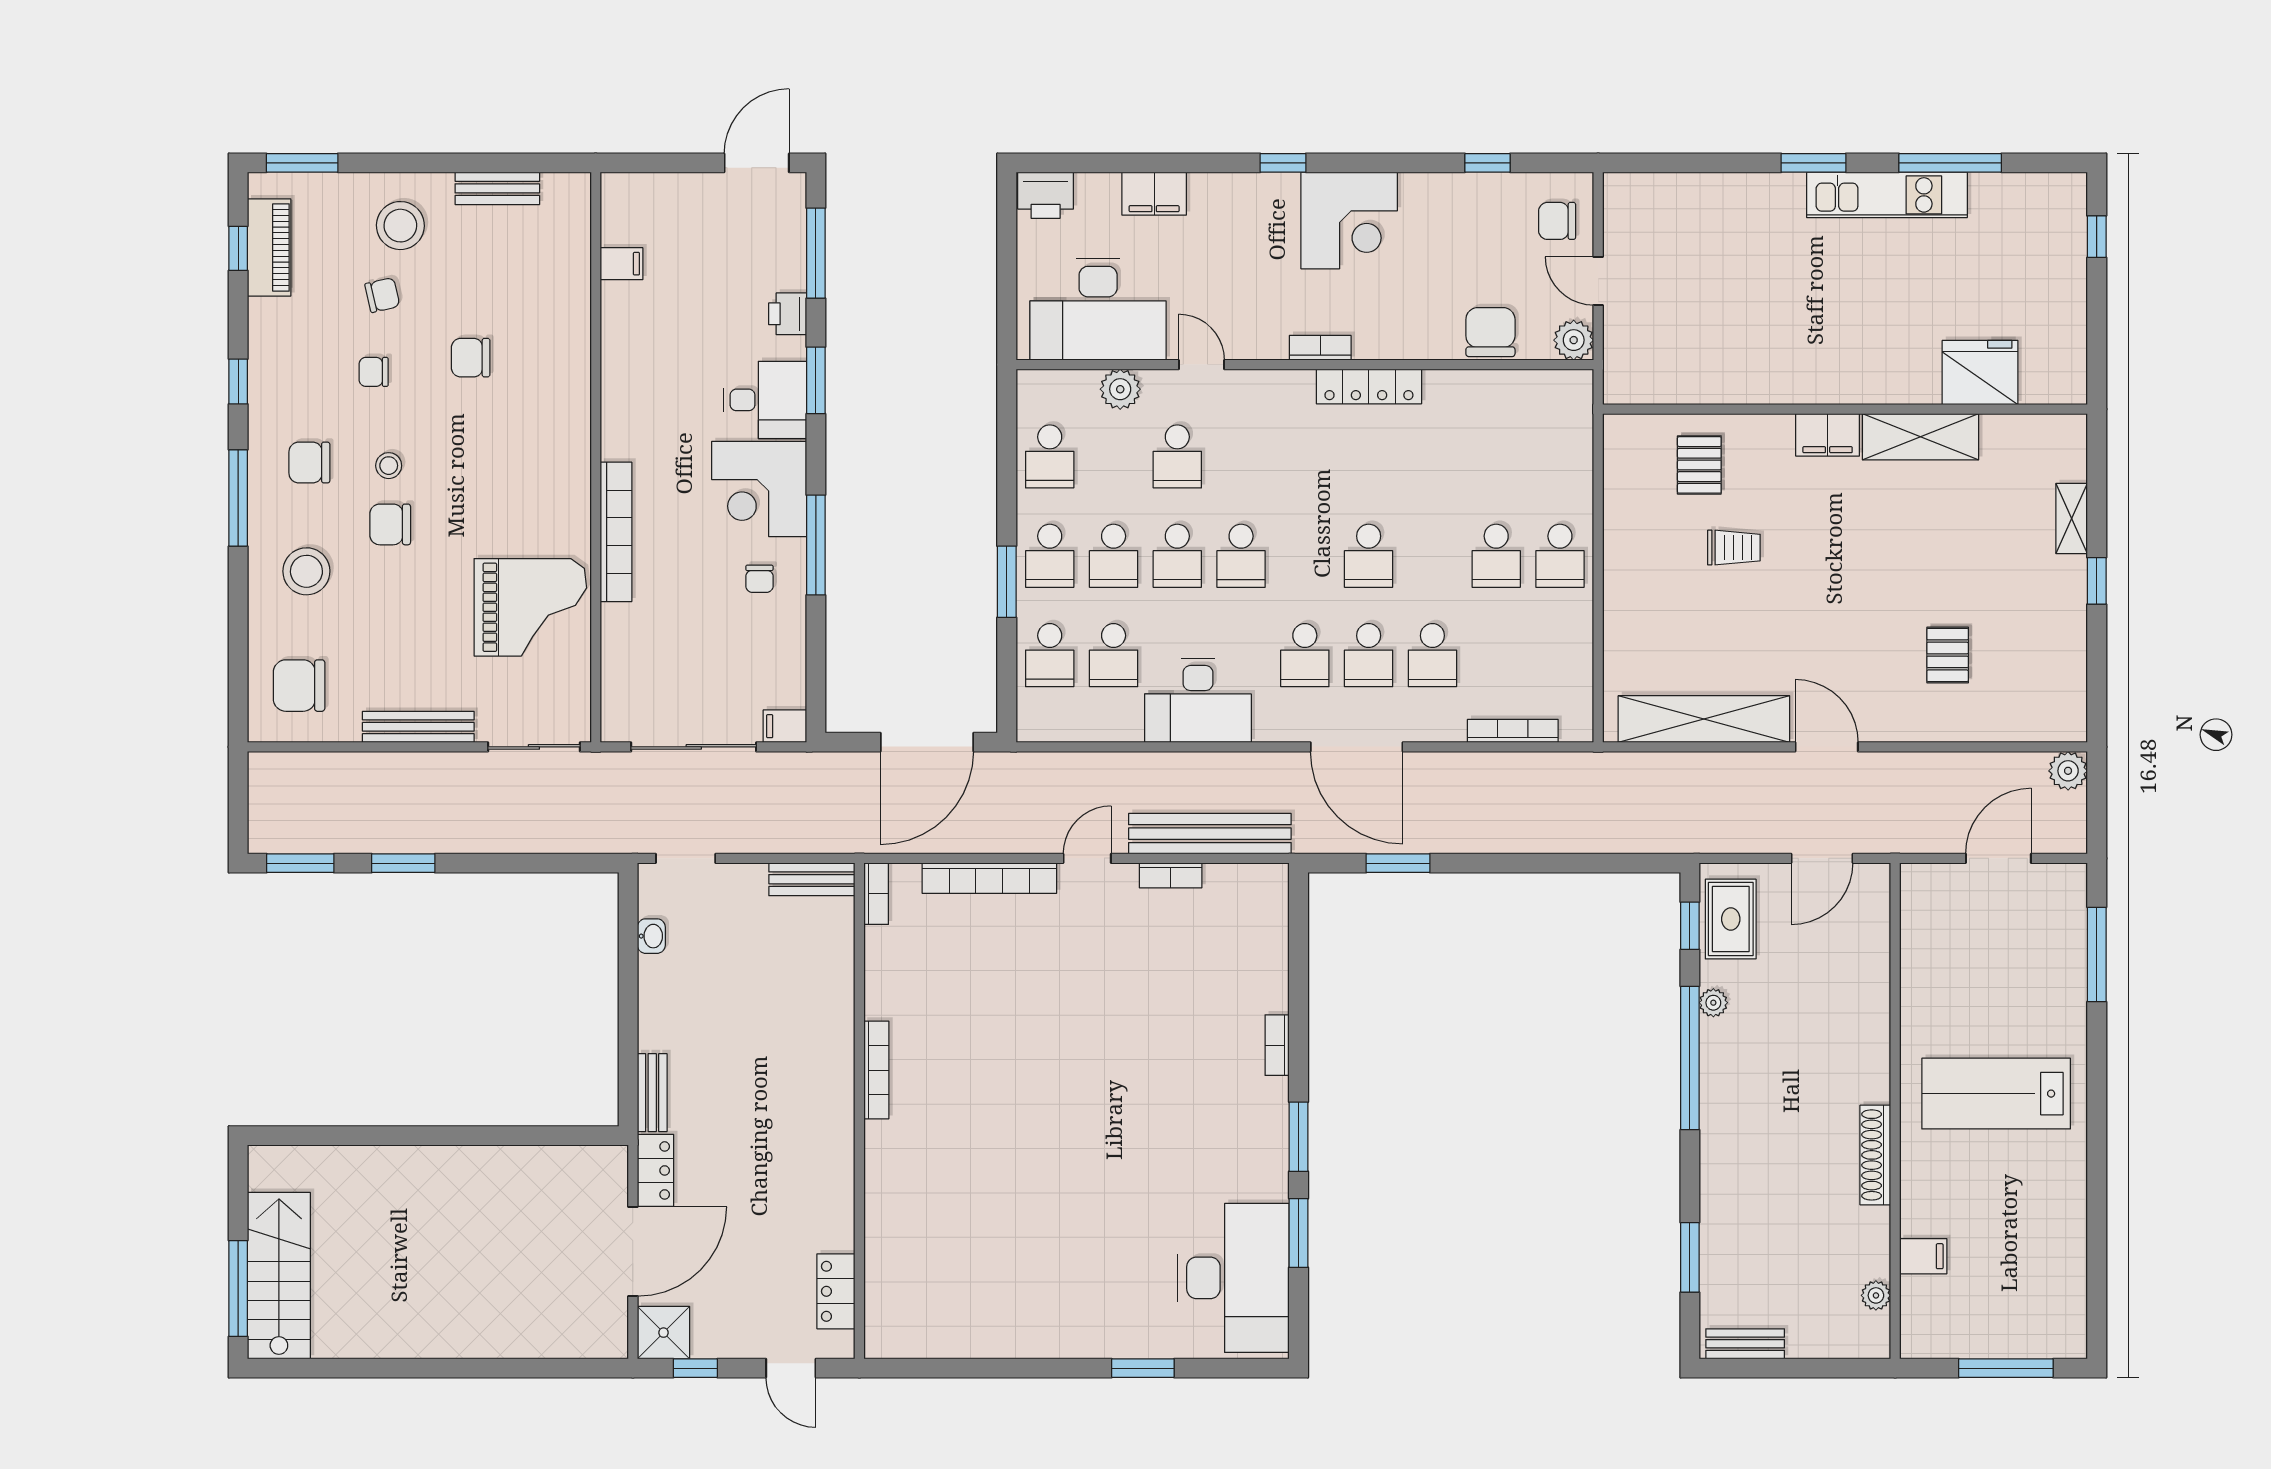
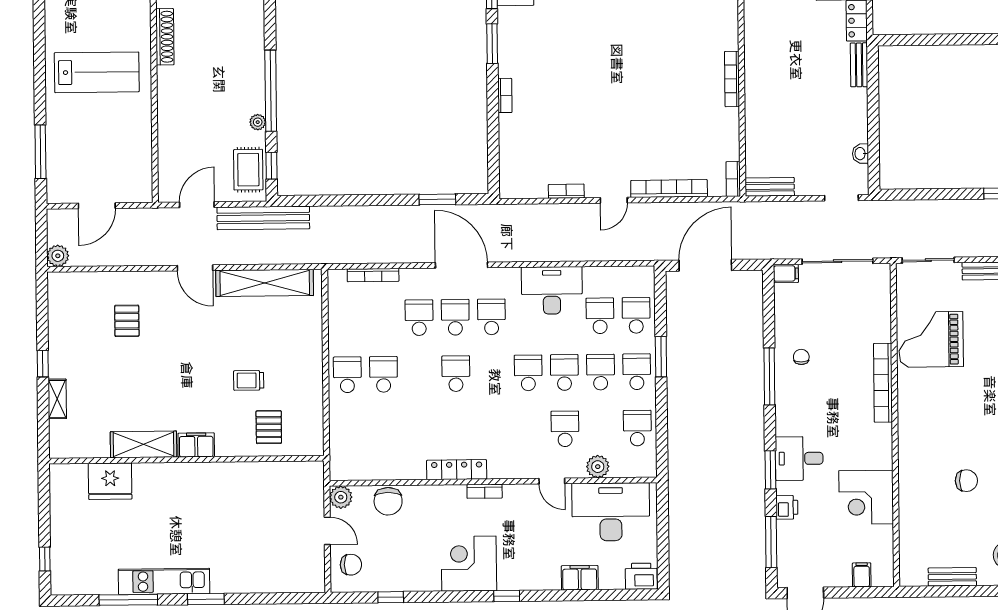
filing cabinet: (621, 264) -> (862, 575), moved, turned 90
corner desk: (759, 489) -> (866, 497), moved, turned 180
bench: (1210, 834) -> (263, 218), moved

